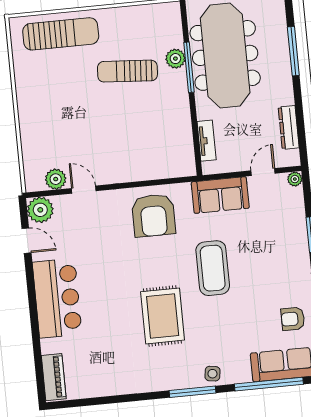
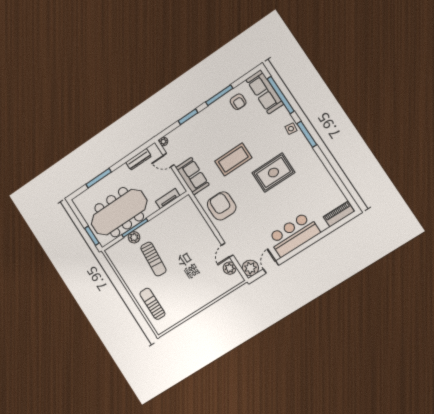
sun lounger: (61, 34) -> (152, 304), width x0.73, depth x0.75
armchair: (153, 215) -> (222, 206), turned -90

